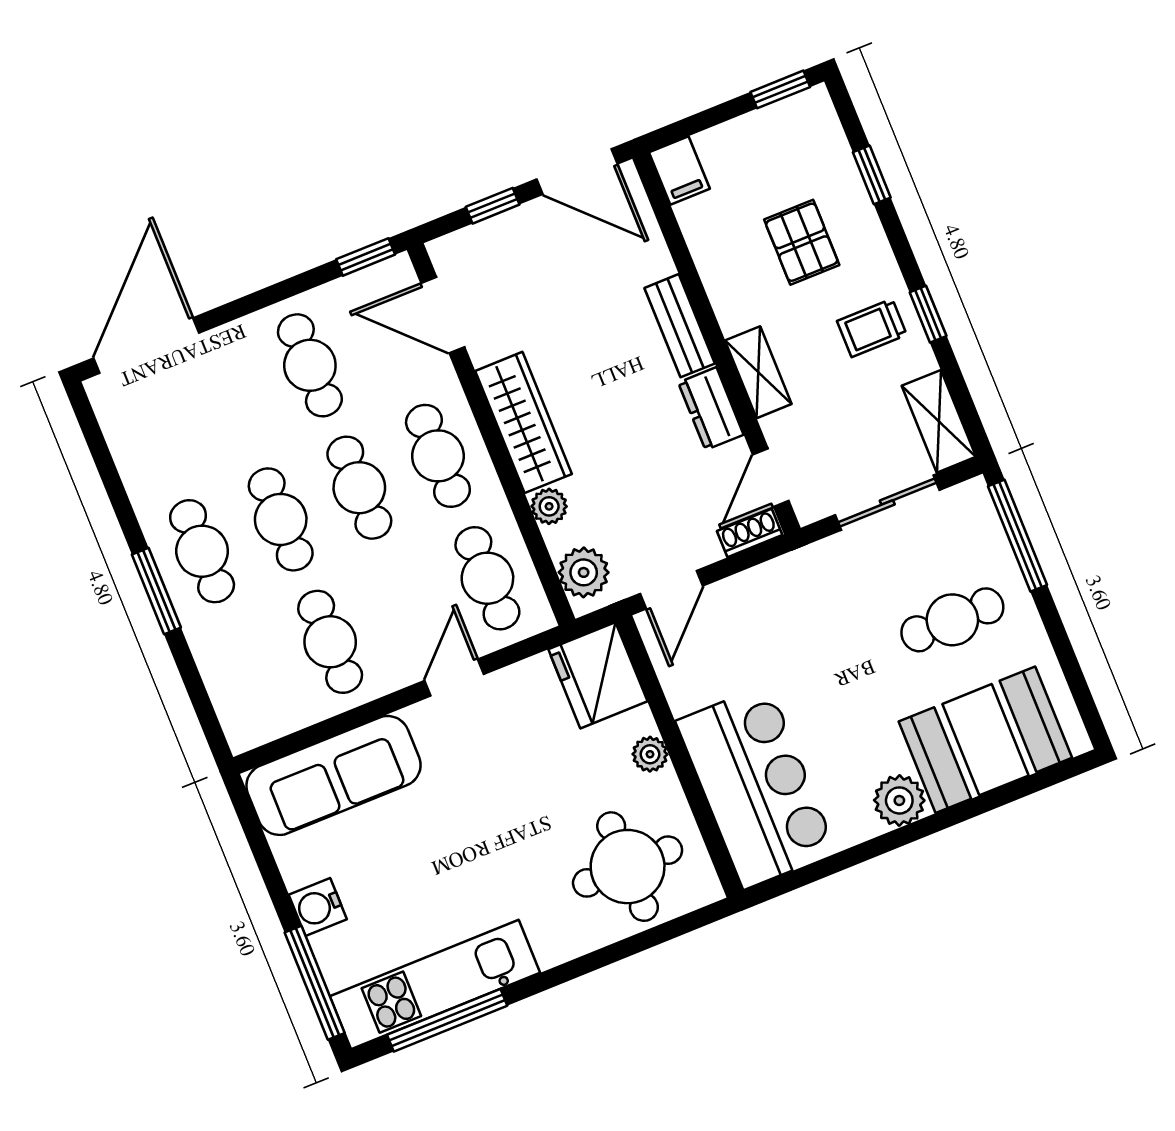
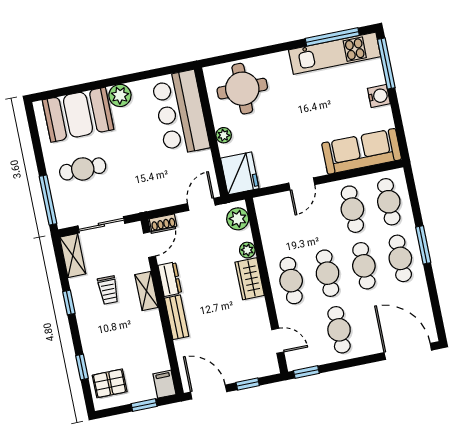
window: (780, 89) -> (144, 405), moved
pallet: (802, 242) -> (110, 383), moved, turned 90
door: (443, 315) -> (278, 341), width x0.73
trolley: (872, 328) -> (108, 290), moved, turned 90
door: (146, 345) -> (408, 351), swing flipped
wardrobe: (524, 422) -> (250, 279), width x0.67
cafe table: (487, 578) -> (389, 202), moved

